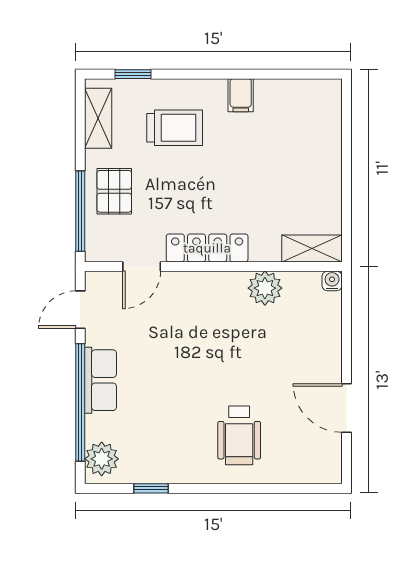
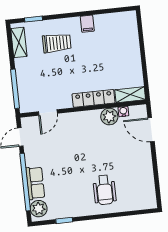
pallet: (114, 191) -> (31, 77), removed
locker: (207, 248) -> (94, 98), moved
water cooler: (332, 281) -> (123, 111), moved
row of seats: (100, 380) -> (35, 183), moved
door: (347, 408) -> (151, 130), moved

